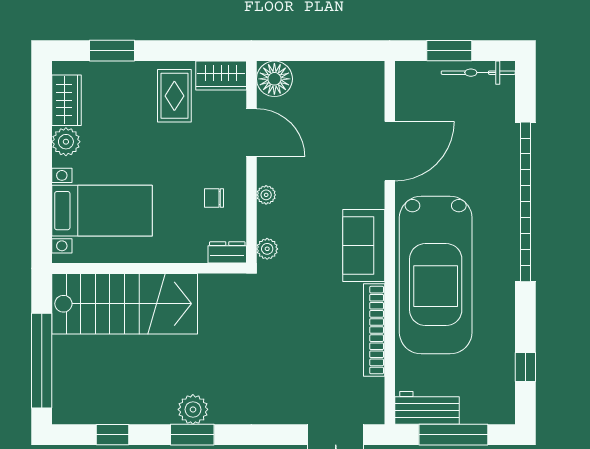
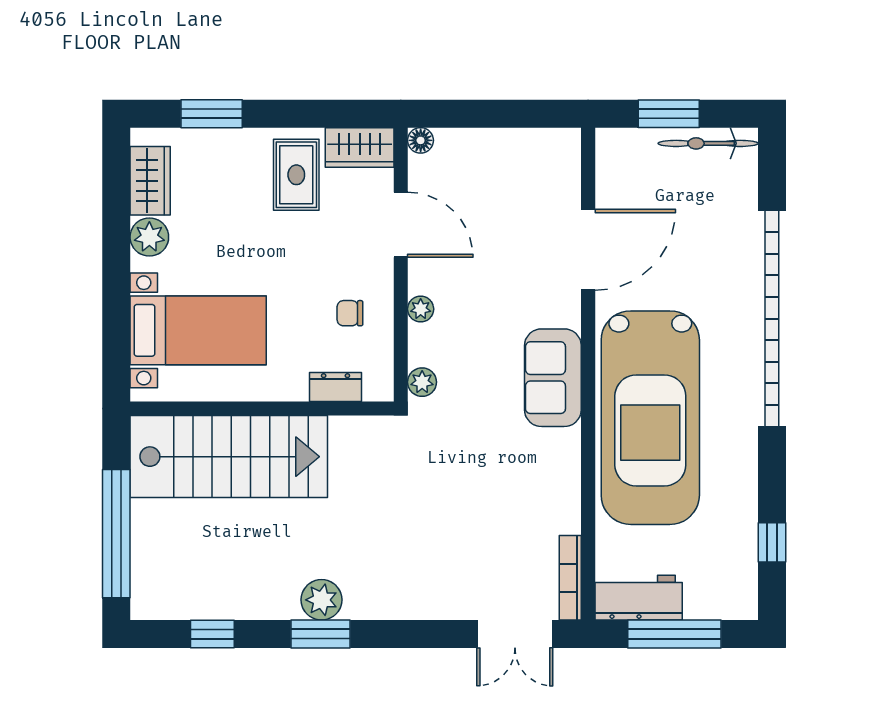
floor lamp: (274, 79) -> (421, 140), width x0.53, depth x0.53
dresser: (227, 252) -> (336, 387), moved
bookcase: (374, 330) -> (570, 578), moved, width x0.68, depth x0.76

